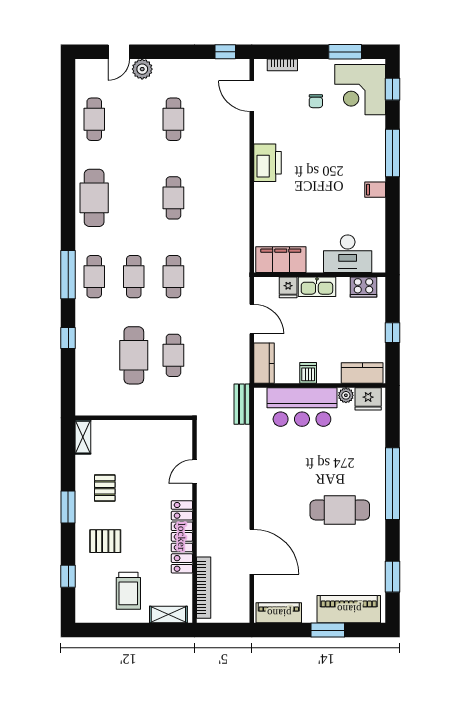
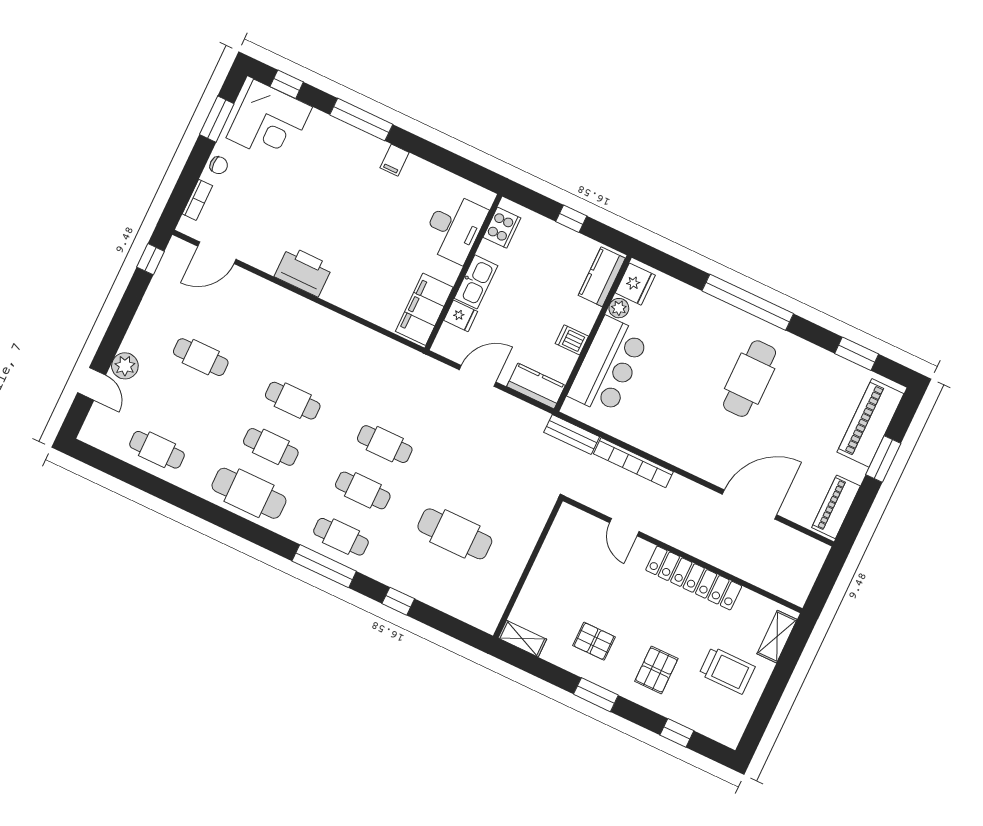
chair: (316, 101) -> (219, 165), moved
cafe table: (173, 355) -> (271, 447), moved
bookcase: (204, 588) -> (633, 463), moved, turned 180

